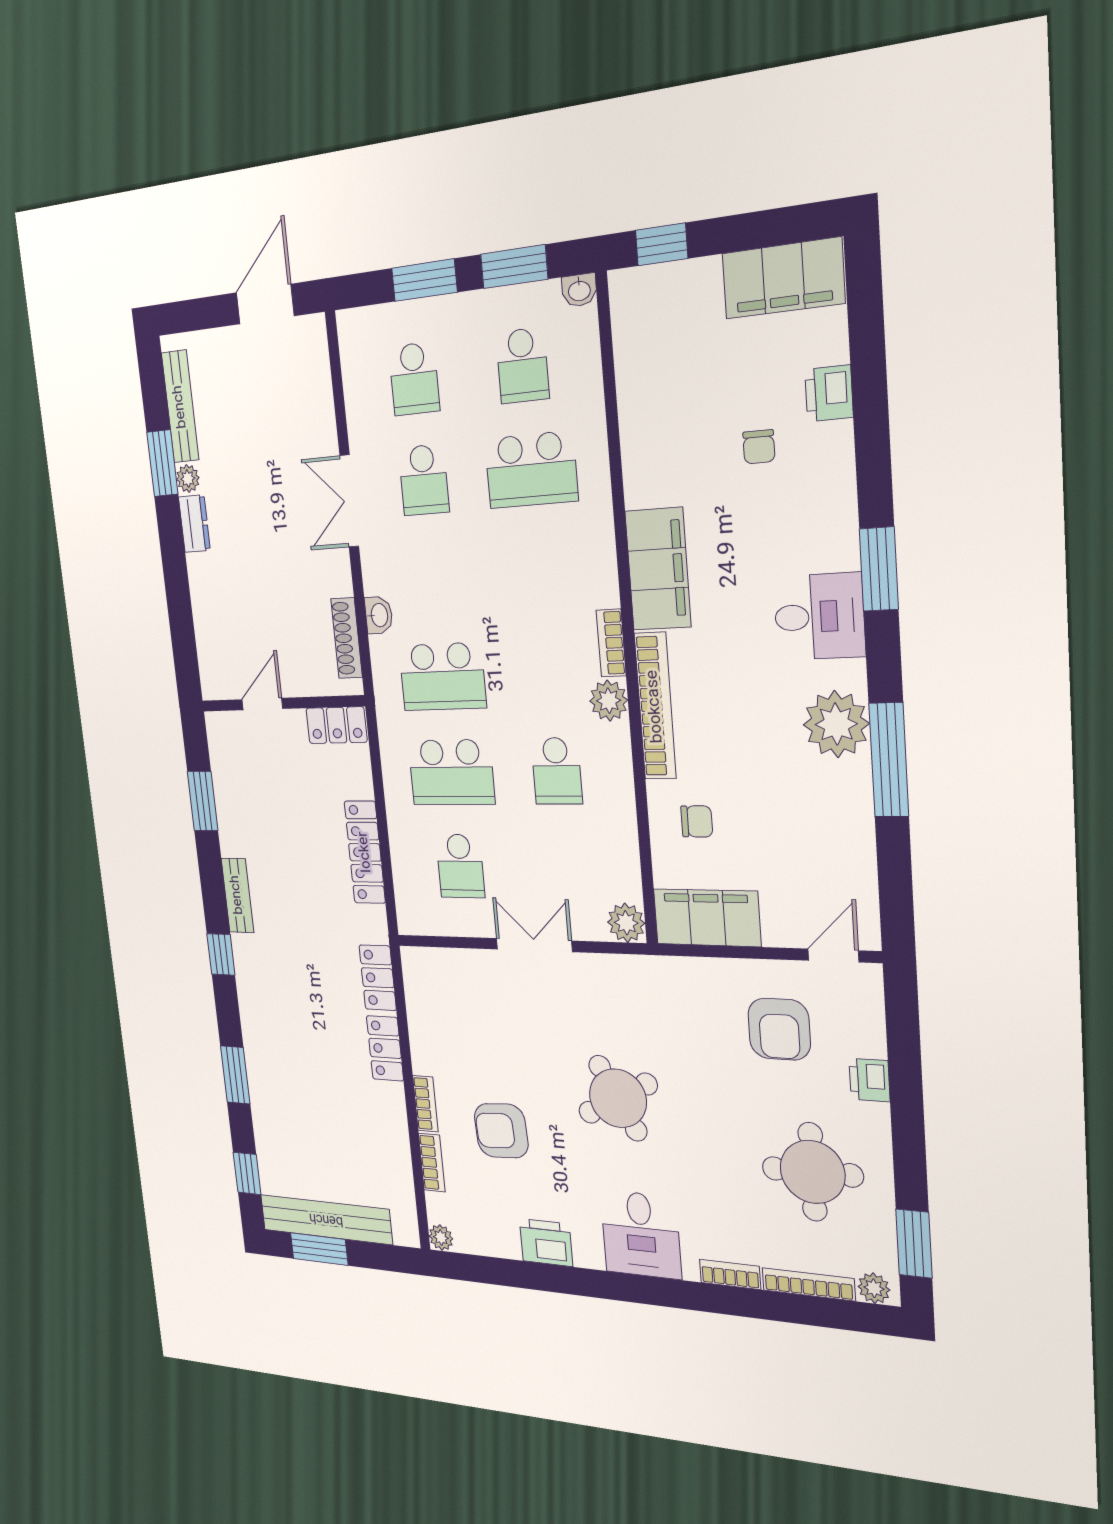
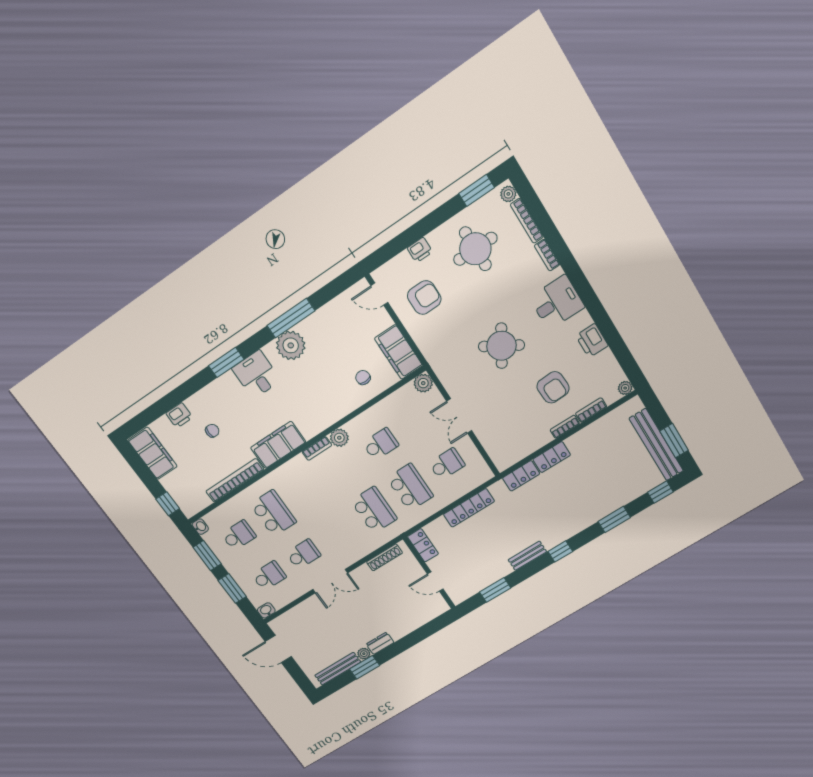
washbasin: (379, 615) -> (266, 610), moved
bookcase: (655, 706) -> (235, 480), moved
round table: (618, 1098) -> (501, 346), turned -31

